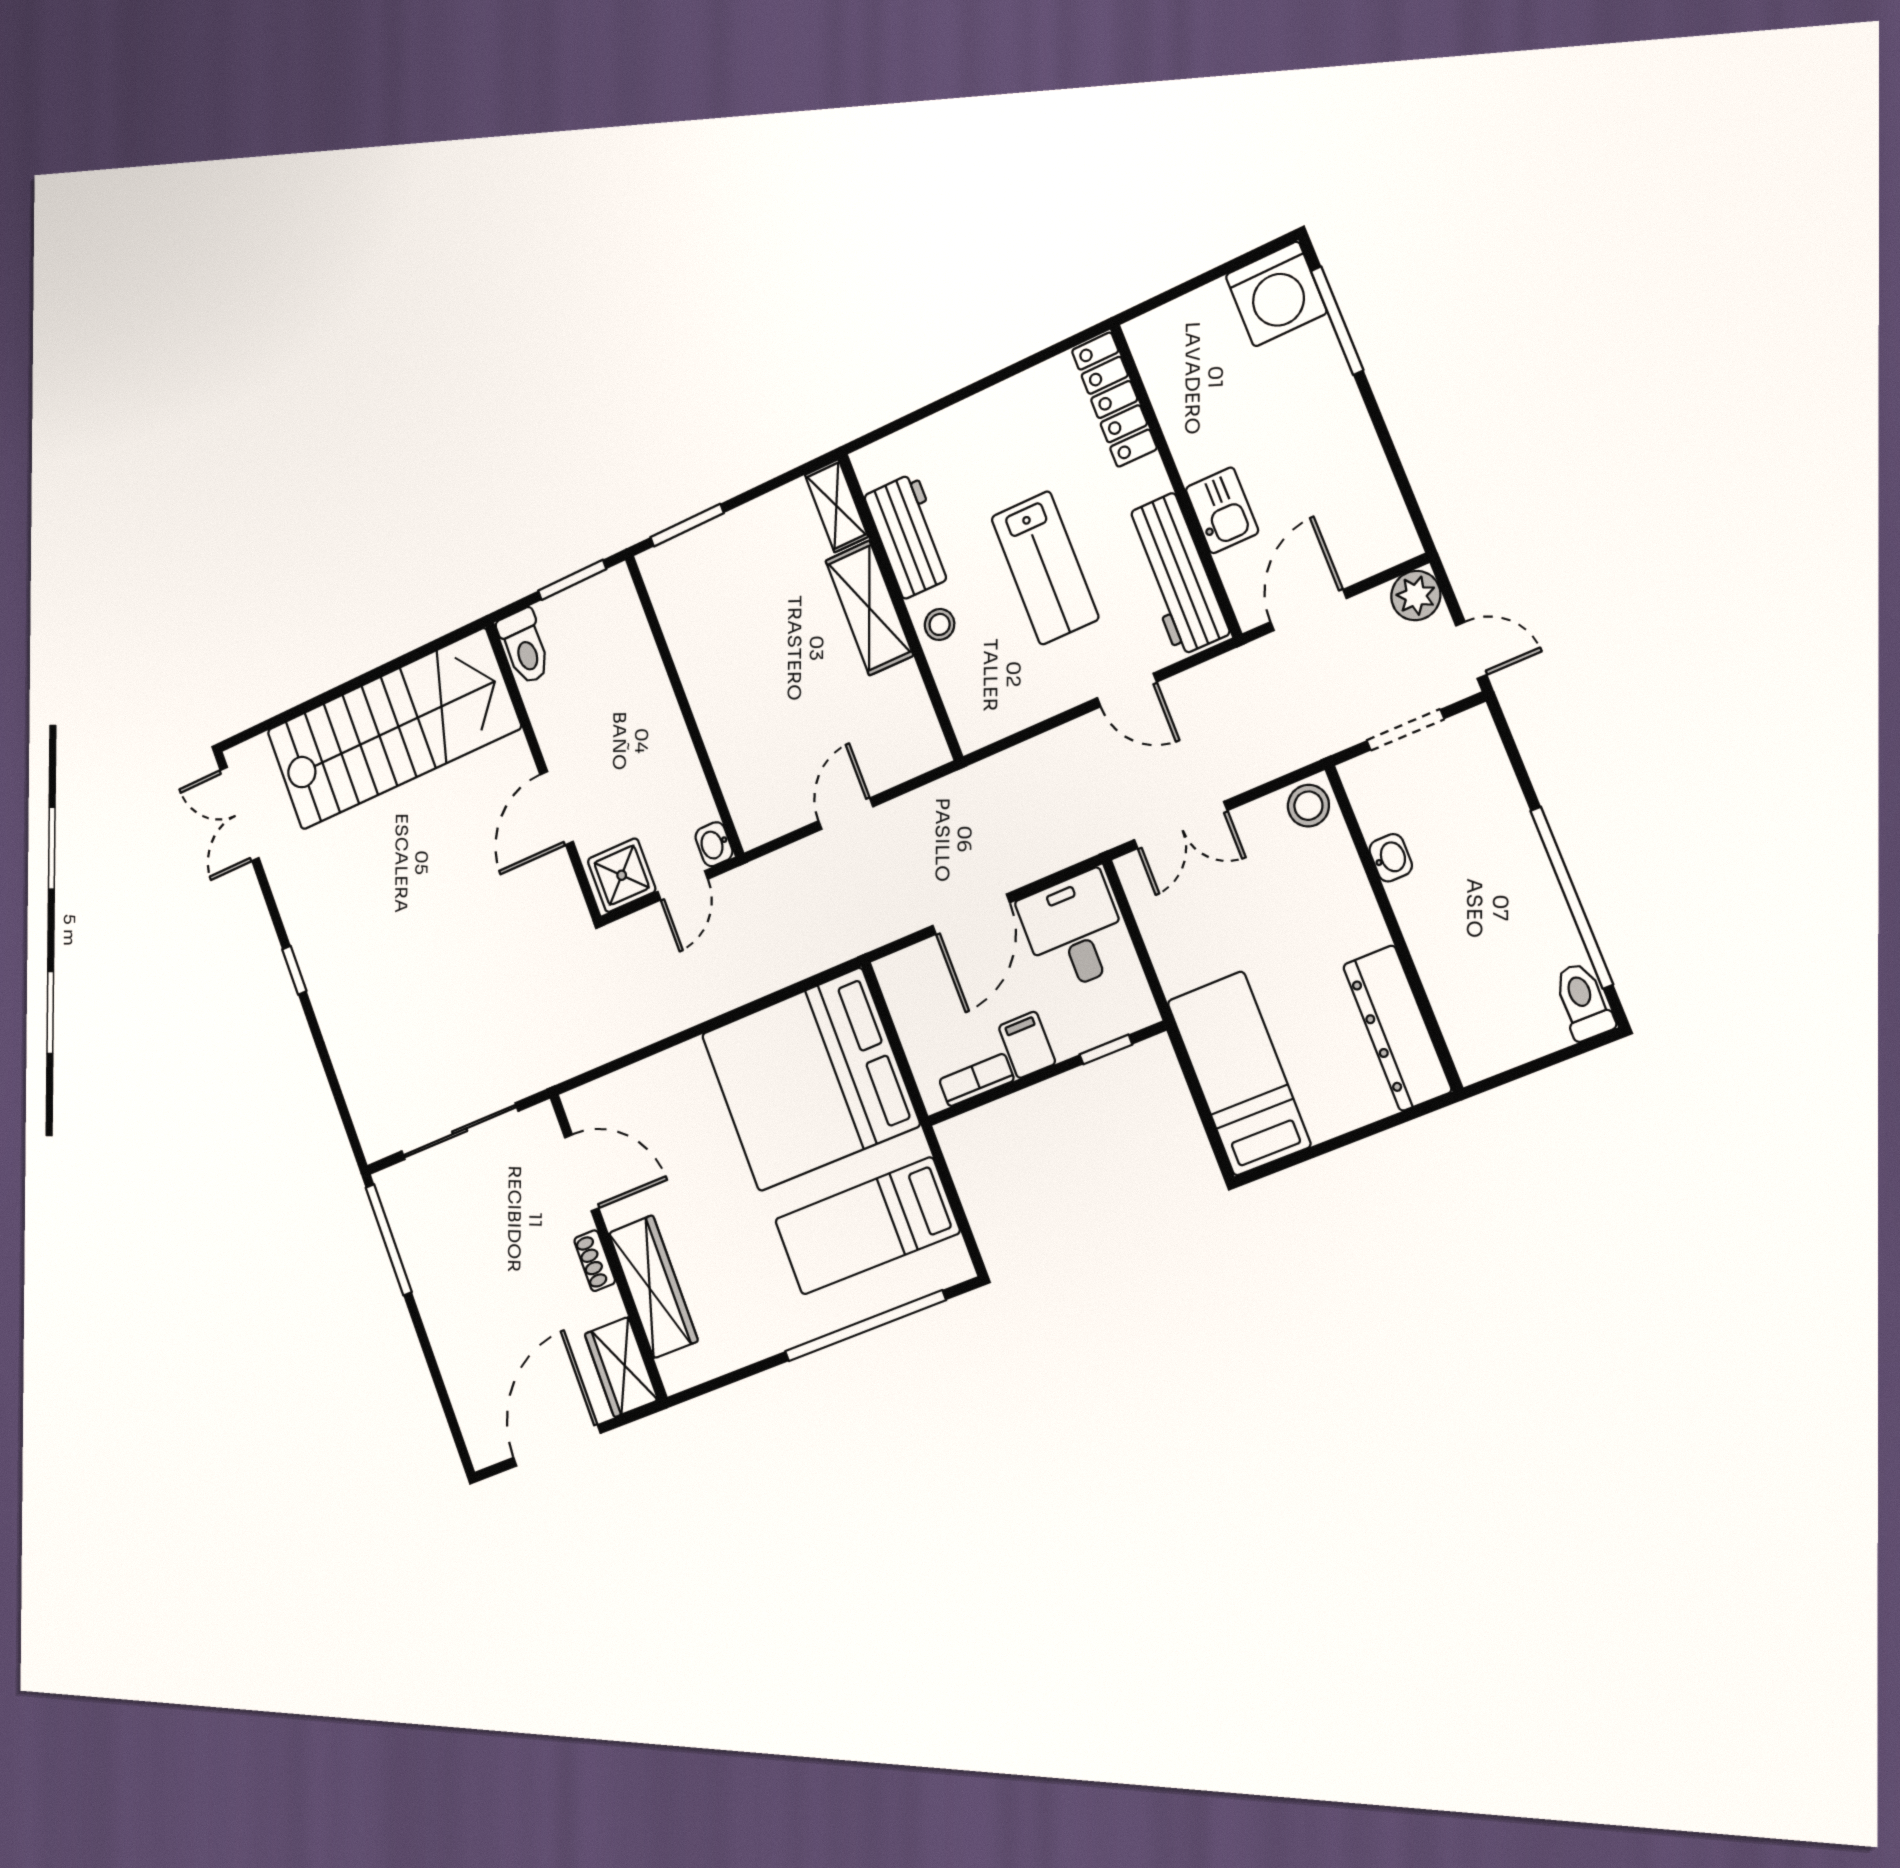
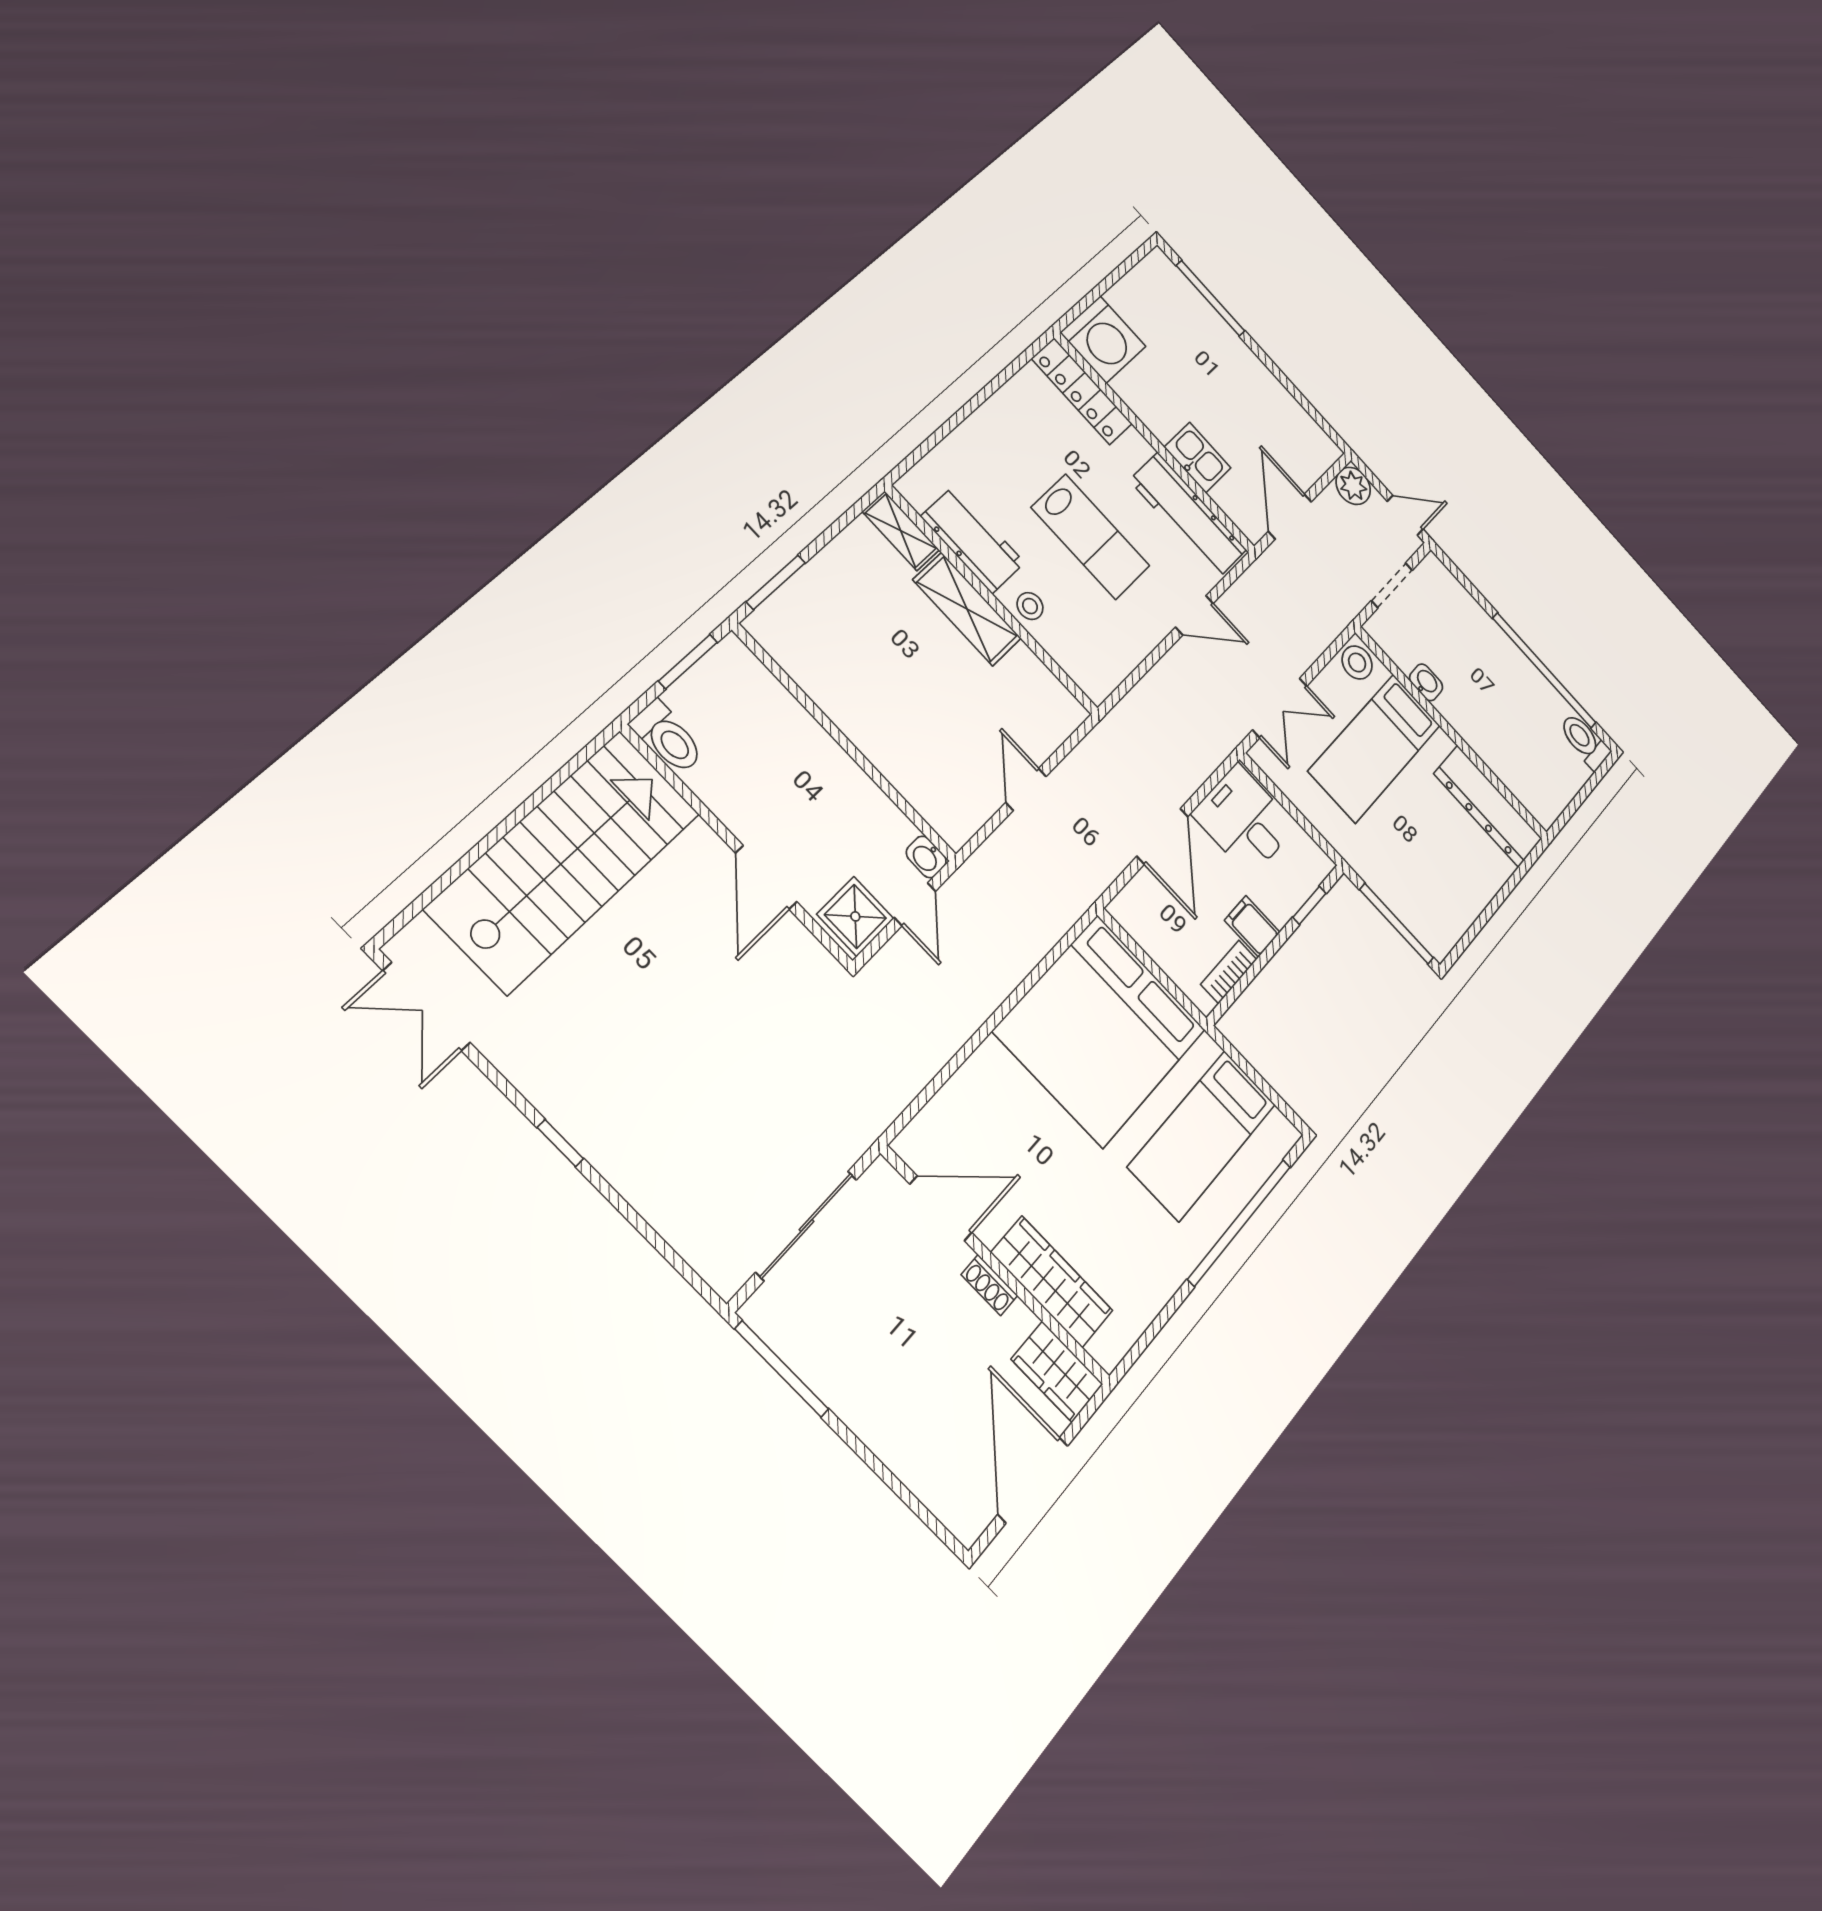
washing machine: (1276, 294) -> (1103, 339), moved
bed: (1239, 1073) -> (1375, 748), moved, turned -90
window: (1203, 1111) -> (1396, 924), added

